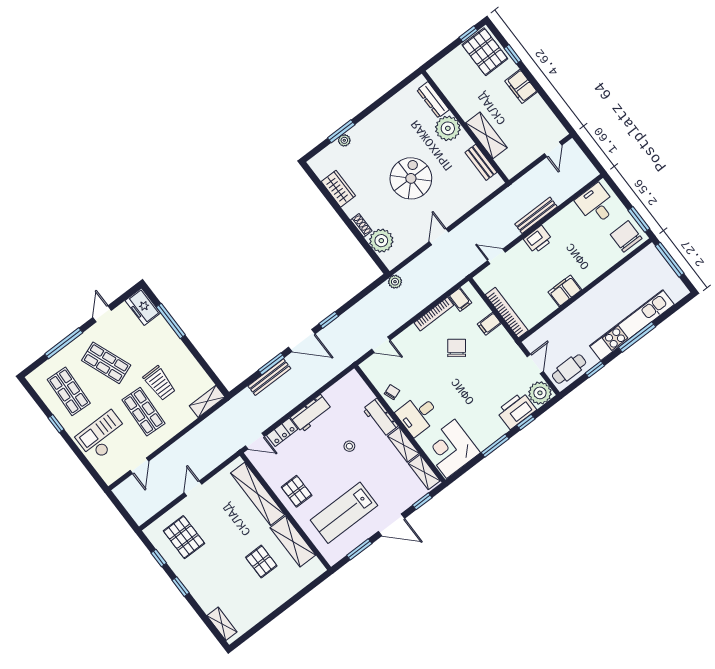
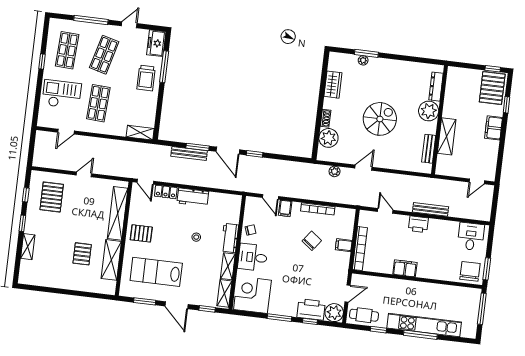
plant: (395, 282) -> (335, 171), moved
filing cabinet: (460, 299) -> (285, 208), moved
shop shelf: (106, 363) -> (104, 55), turned 36
trolley: (159, 383) -> (146, 78), moved
pallet: (297, 491) -> (141, 233), turned 90
shelving: (222, 624) -> (28, 247), moved

